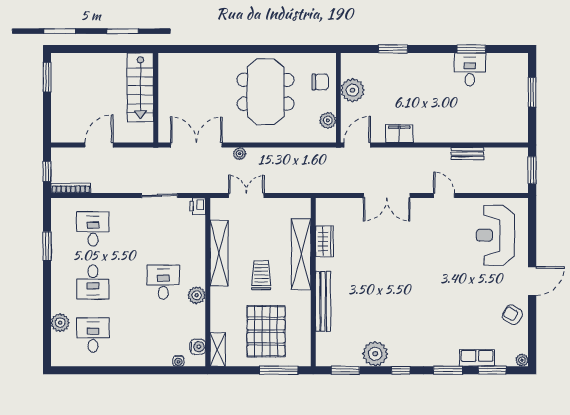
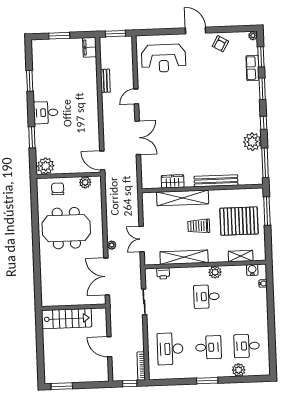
desk: (470, 69) -> (46, 113), moved
plant: (353, 90) -> (46, 166), moved
filing cabinet: (399, 134) -> (90, 47), moved
printer: (198, 206) -> (163, 273), moved
desk: (93, 229) -> (170, 349), width x1.37
window: (47, 246) -> (207, 381), moved
shelving: (218, 350) -> (241, 256), moved
window: (345, 370) -> (265, 163), width x1.44

